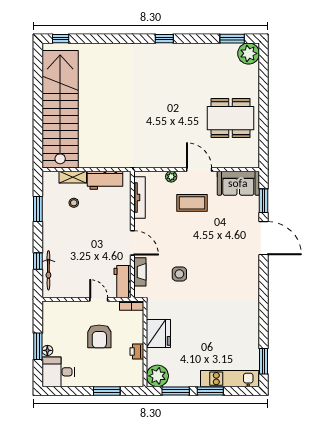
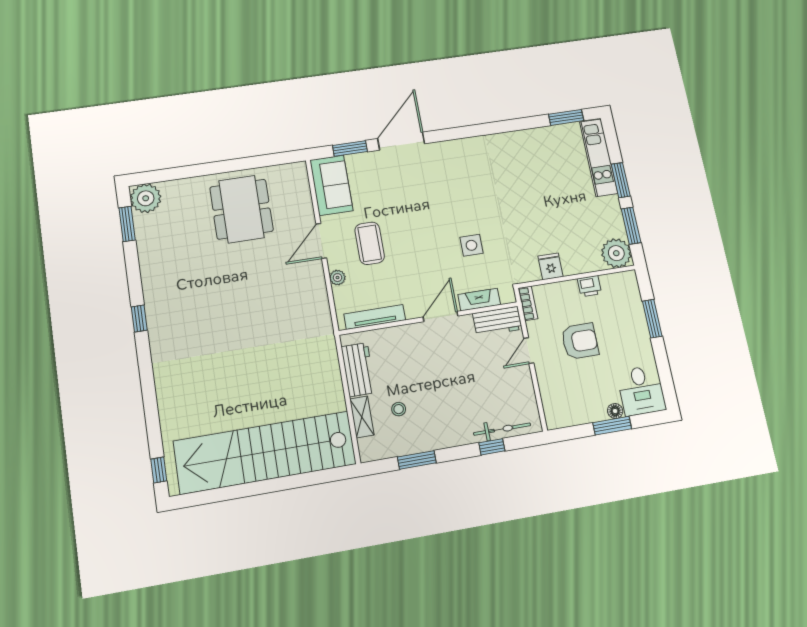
fridge: (158, 333) -> (551, 266), width x0.53, depth x0.75

